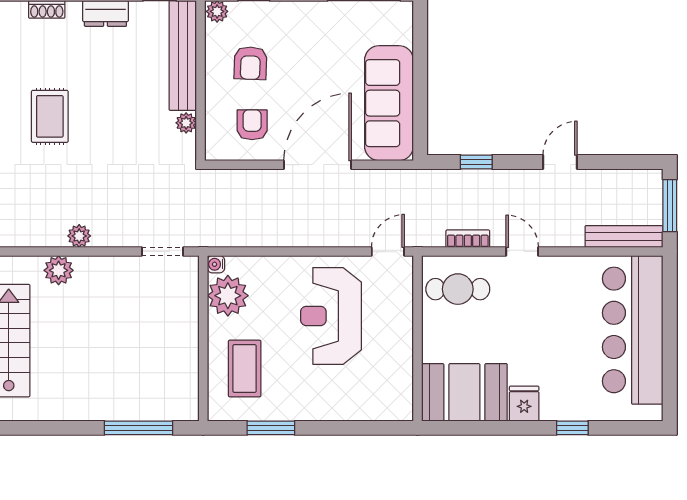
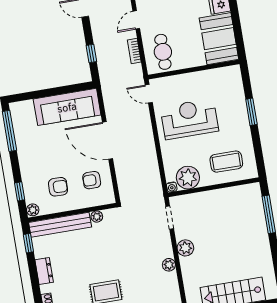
plant: (59, 270) -> (185, 248), moved
reception desk: (331, 316) -> (189, 119), turned 180
window: (271, 428) -> (251, 112), moved

